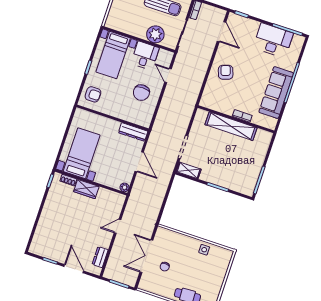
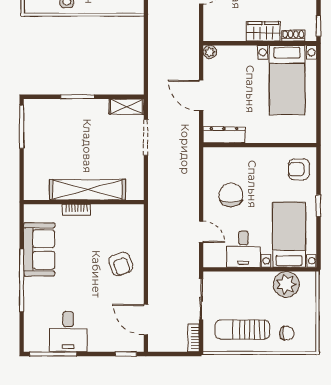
plant: (155, 34) -> (286, 284), moved
desk: (273, 40) -> (68, 332), width x0.73
sofa: (276, 93) -> (39, 249), width x0.73

